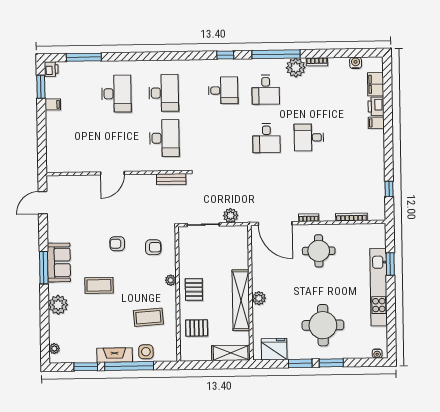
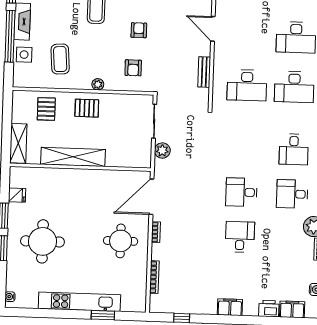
filing cabinet: (376, 123) -> (230, 307), moved, width x2.00
bench: (171, 179) -> (204, 72), moved
plant: (259, 298) -> (74, 176), removed
fridge: (274, 349) -> (17, 195), width x0.53, depth x0.75

